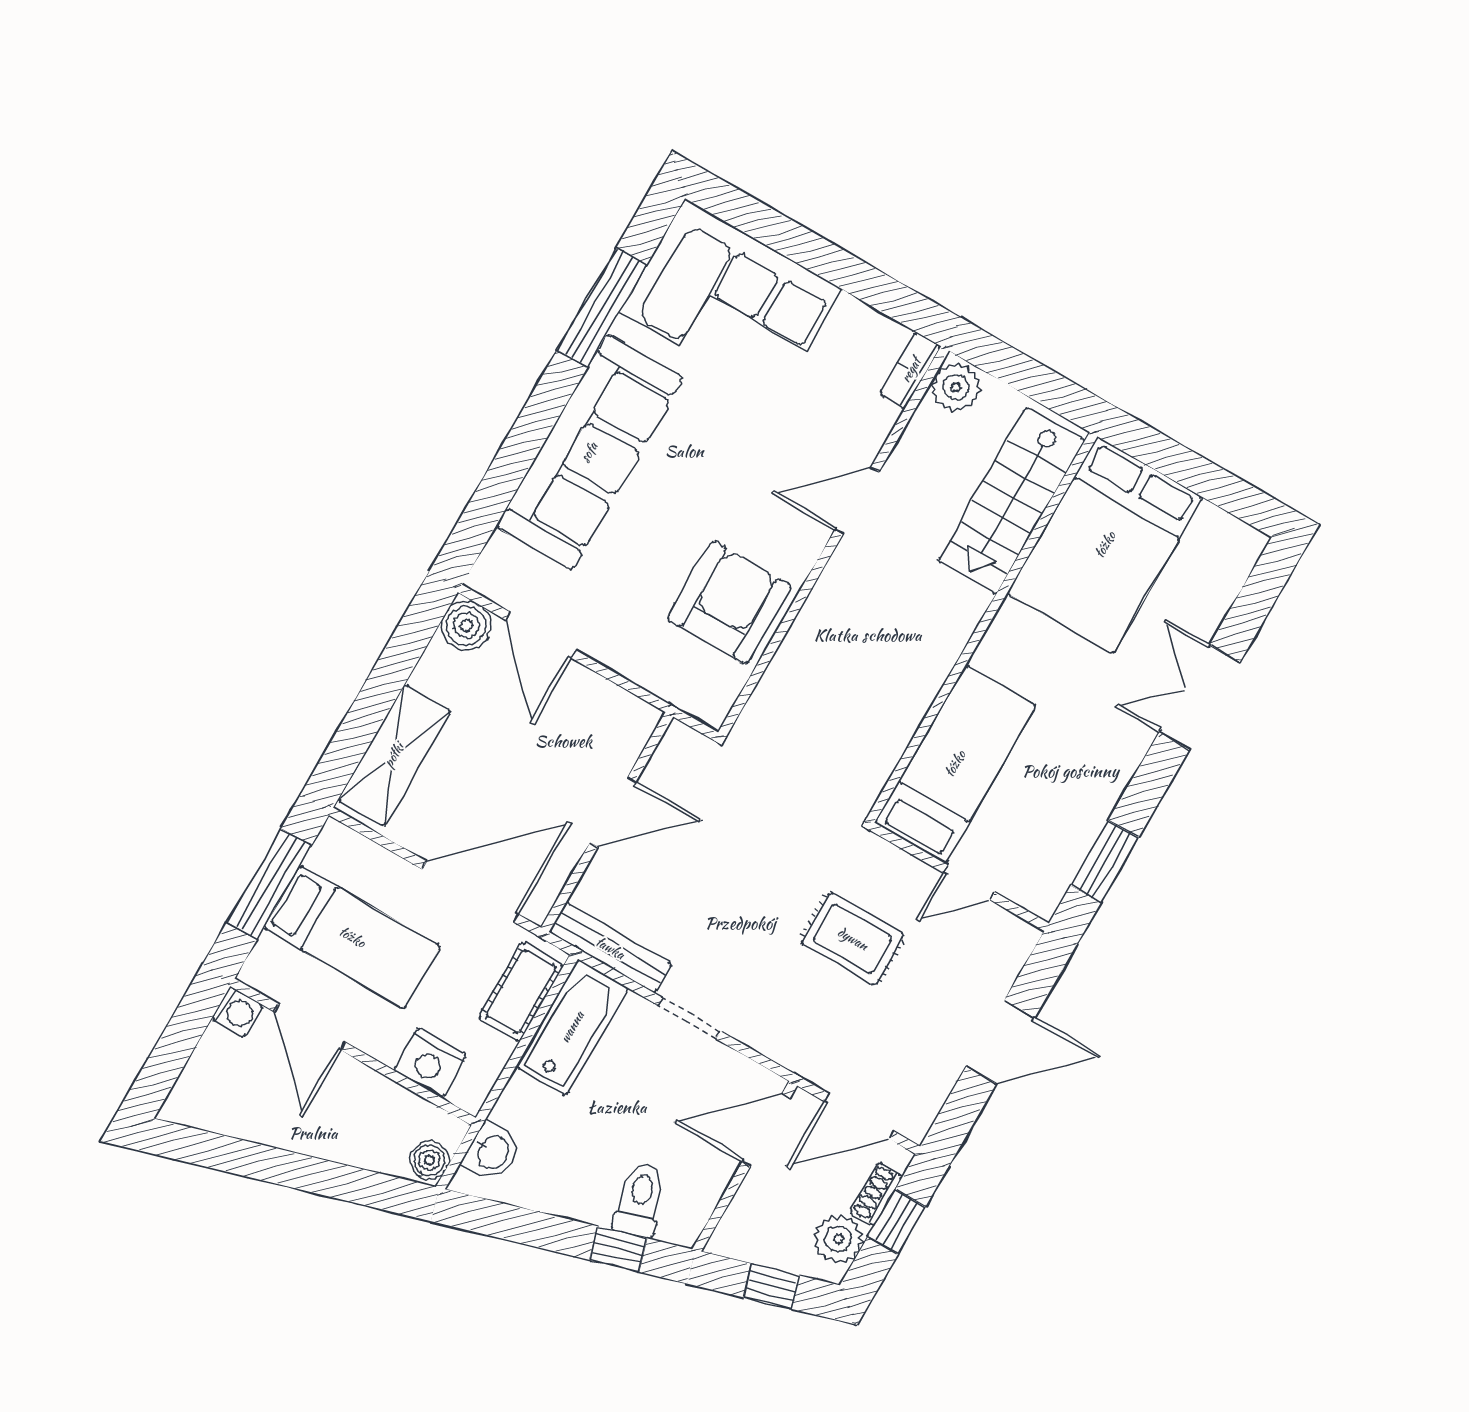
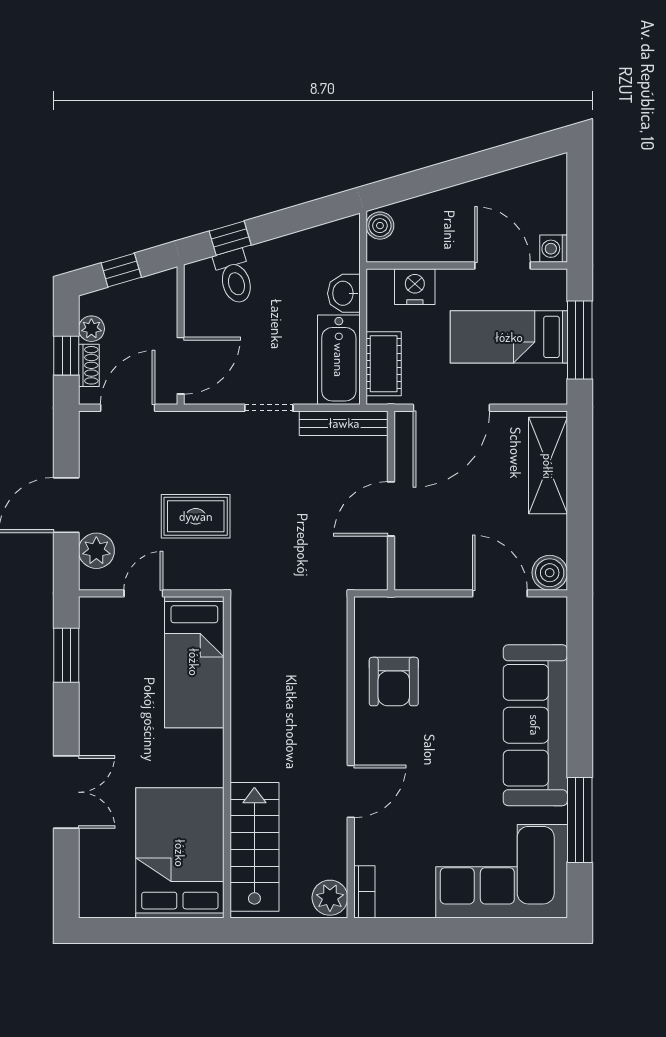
armchair: (729, 603) -> (394, 682), width x0.73, depth x0.73
plant: (996, 966) -> (96, 551), added
washbasin: (492, 1152) -> (344, 293), moved
plant: (838, 1239) -> (91, 329), width x0.73, depth x0.73

